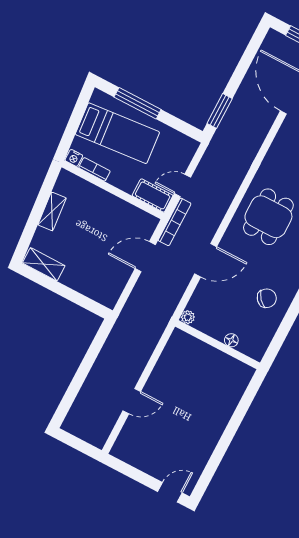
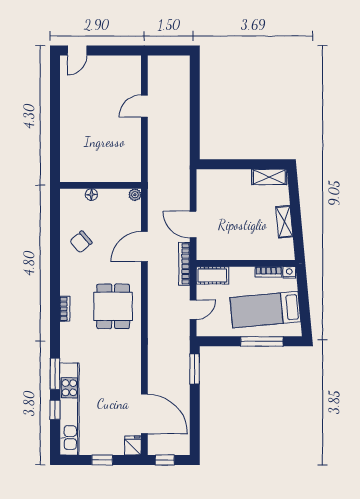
door: (183, 185) -> (193, 310), moved
door: (145, 257) -> (193, 225), swing flipped

